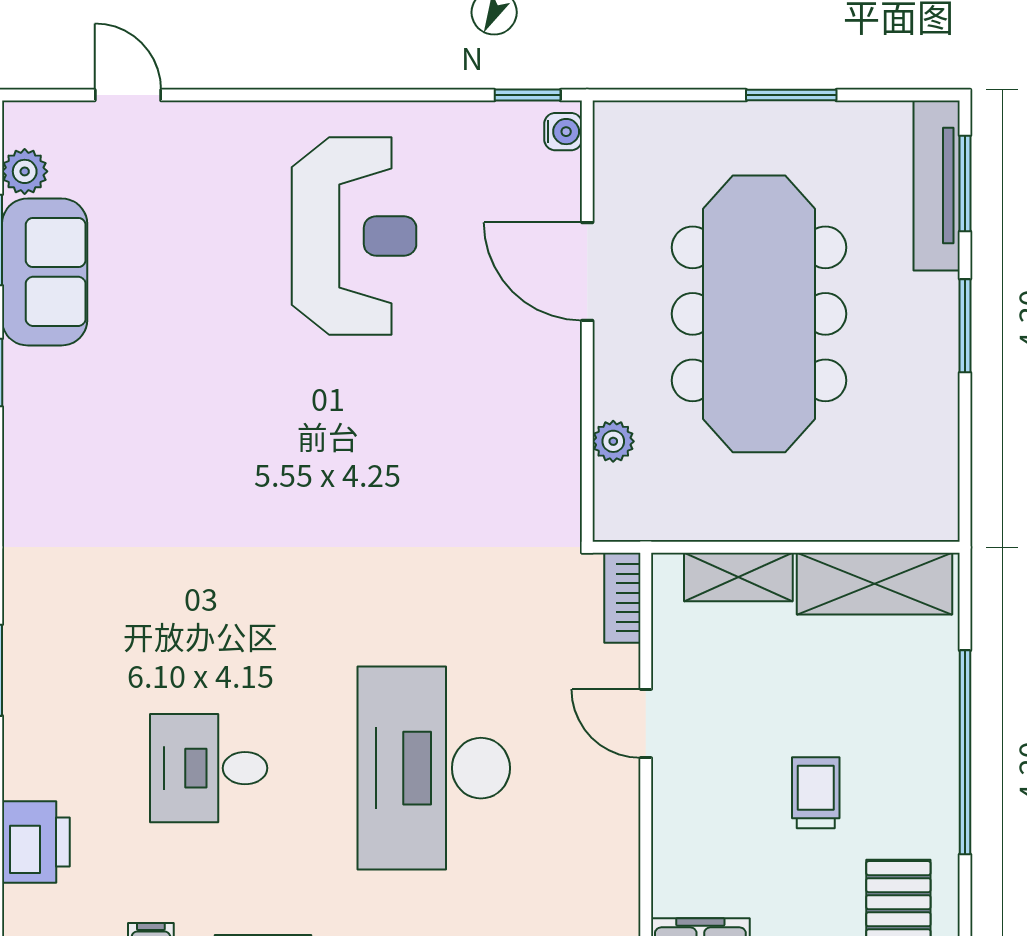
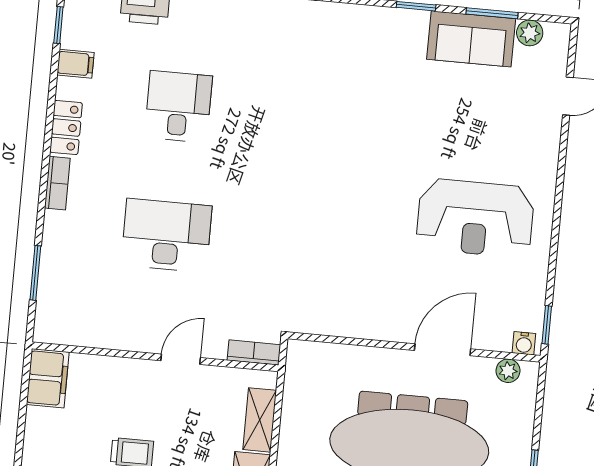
plant: (613, 441) -> (508, 371), moved
desk: (434, 768) -> (166, 235), width x0.73, depth x0.77

